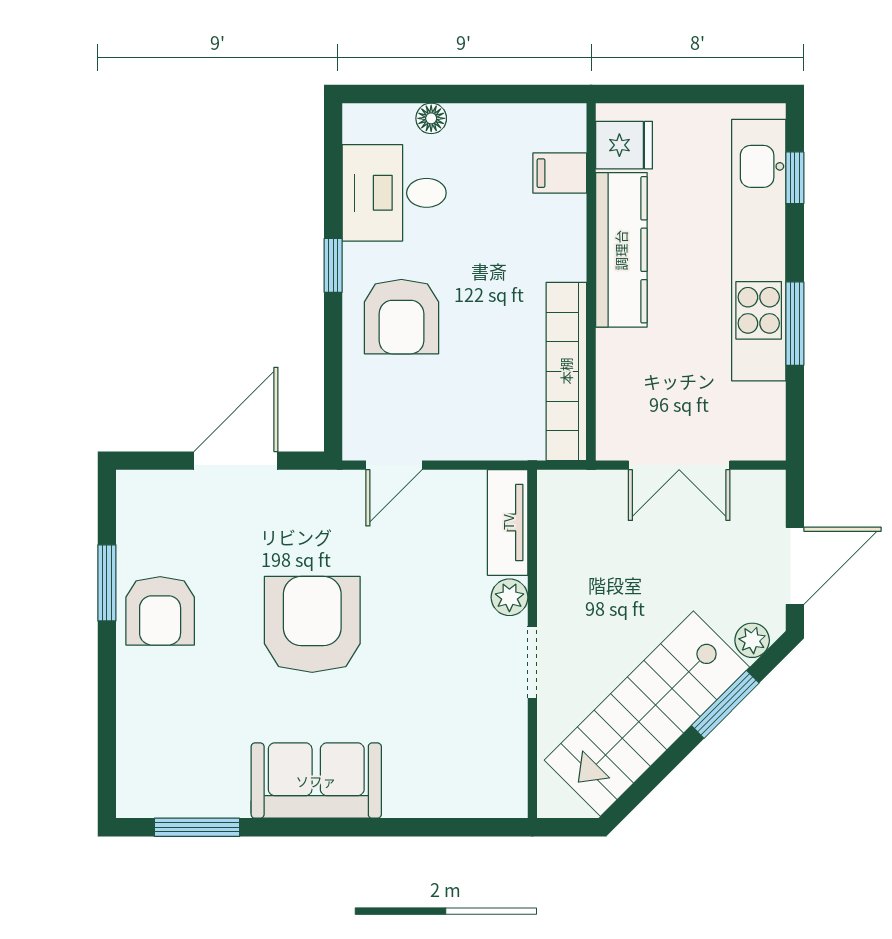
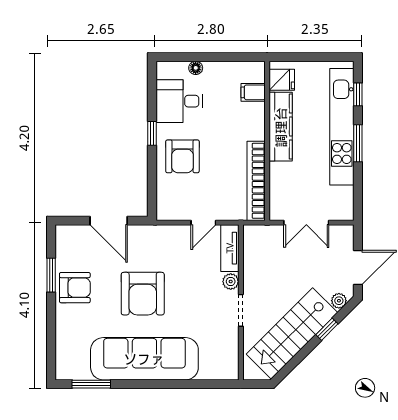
window: (795, 324) -> (358, 143), moved
door: (236, 461) -> (109, 221), swing flipped
door: (394, 465) -> (203, 223), moved
armchair: (160, 611) -> (75, 288), turned -90
armchair: (312, 624) -> (143, 294), turned 180
window: (725, 704) -> (327, 329), width x0.67
sofa: (316, 781) -> (144, 359), width x1.85, depth x1.27

